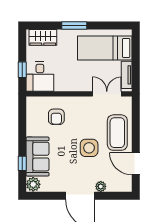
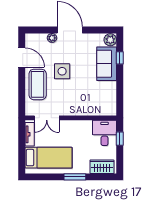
armchair: (56, 117) -> (90, 98), removed

